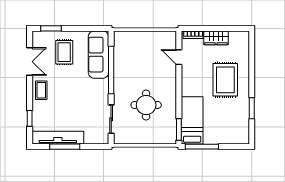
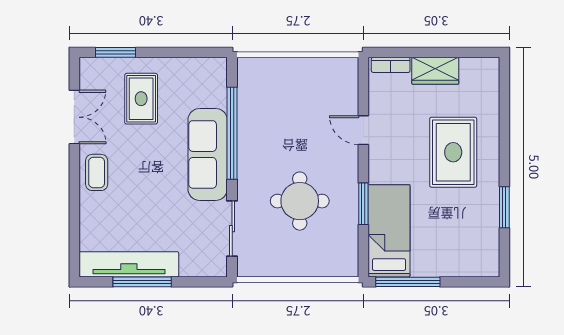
sofa: (99, 55) -> (208, 154), moved
door: (179, 57) -> (363, 130), moved
window: (30, 118) -> (74, 227), removed
window: (179, 130) -> (363, 204), moved

